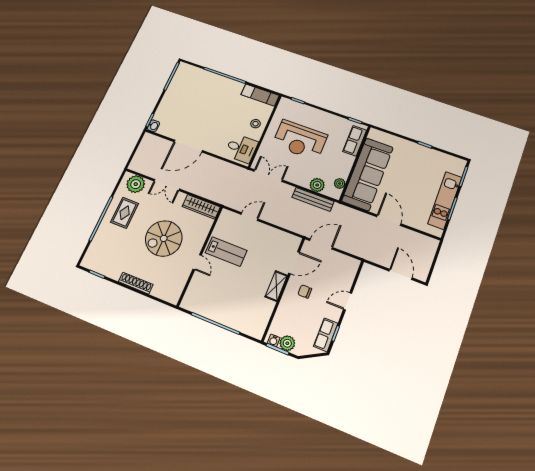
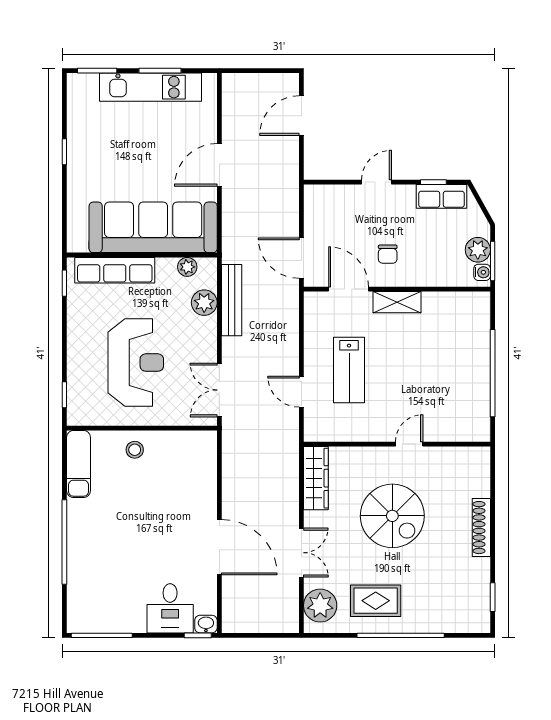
row of seats: (355, 141) -> (115, 270), width x1.48
desk: (241, 148) -> (170, 608), moved, turned 180
lab bench: (226, 252) -> (349, 370), moved, turned 180
door: (348, 301) -> (377, 182), swing flipped

